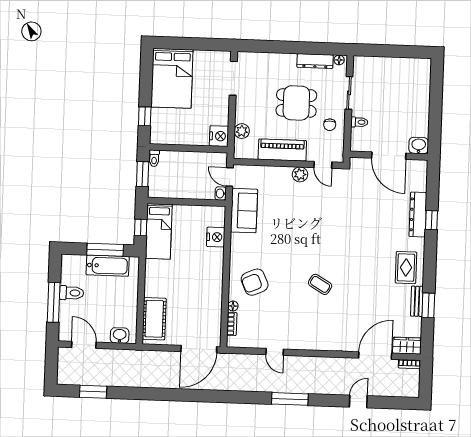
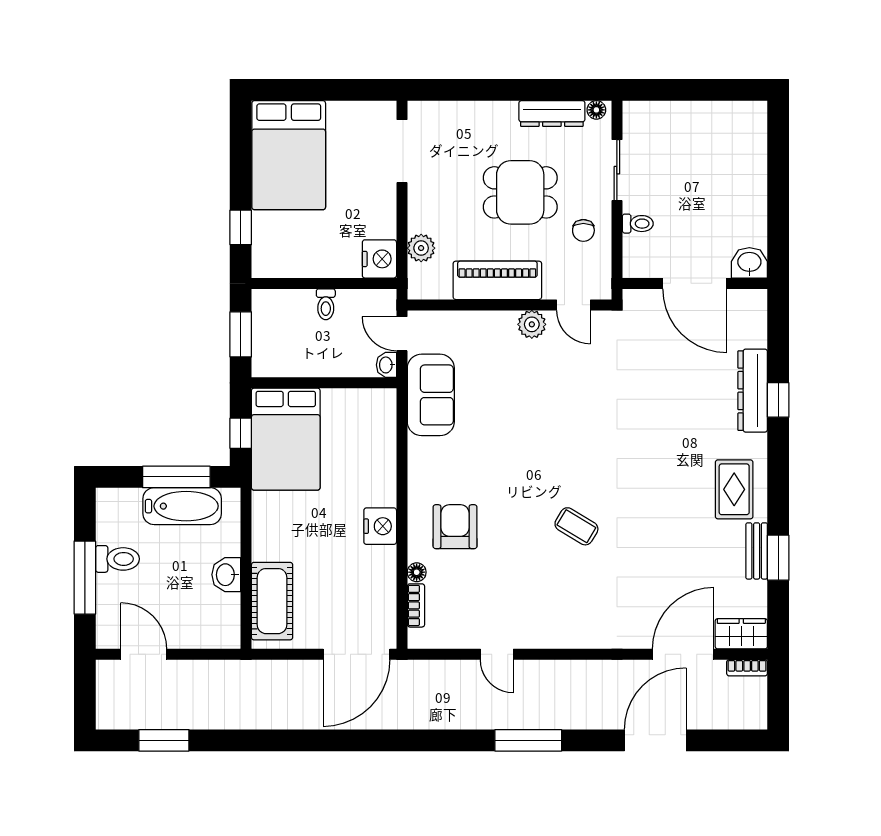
toilet: (154, 158) -> (326, 304), moved
bed: (159, 231) -> (286, 439), width x1.50
nightstand: (216, 237) -> (380, 526), moved
armchair: (255, 282) -> (455, 527), turned 114
washbasin: (120, 336) -> (226, 575), moved, turned -90
door: (358, 401) -> (655, 740), width x1.87

